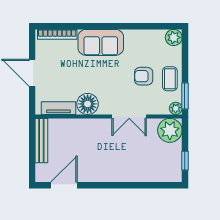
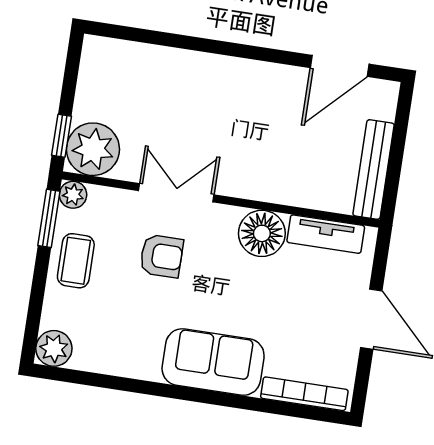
armchair: (144, 76) -> (162, 256), moved
window: (185, 161) -> (62, 136), moved

